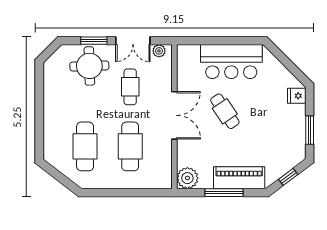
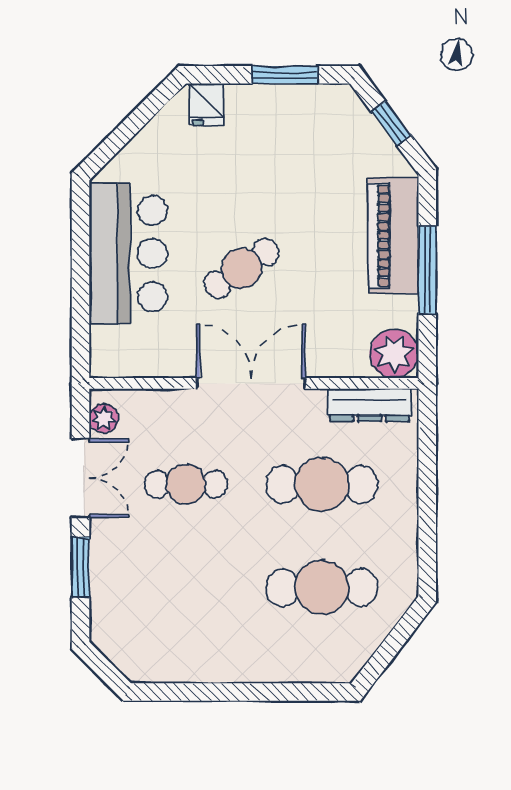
round table: (89, 66) -> (138, 578), removed
dresser: (165, 167) -> (370, 405), added

